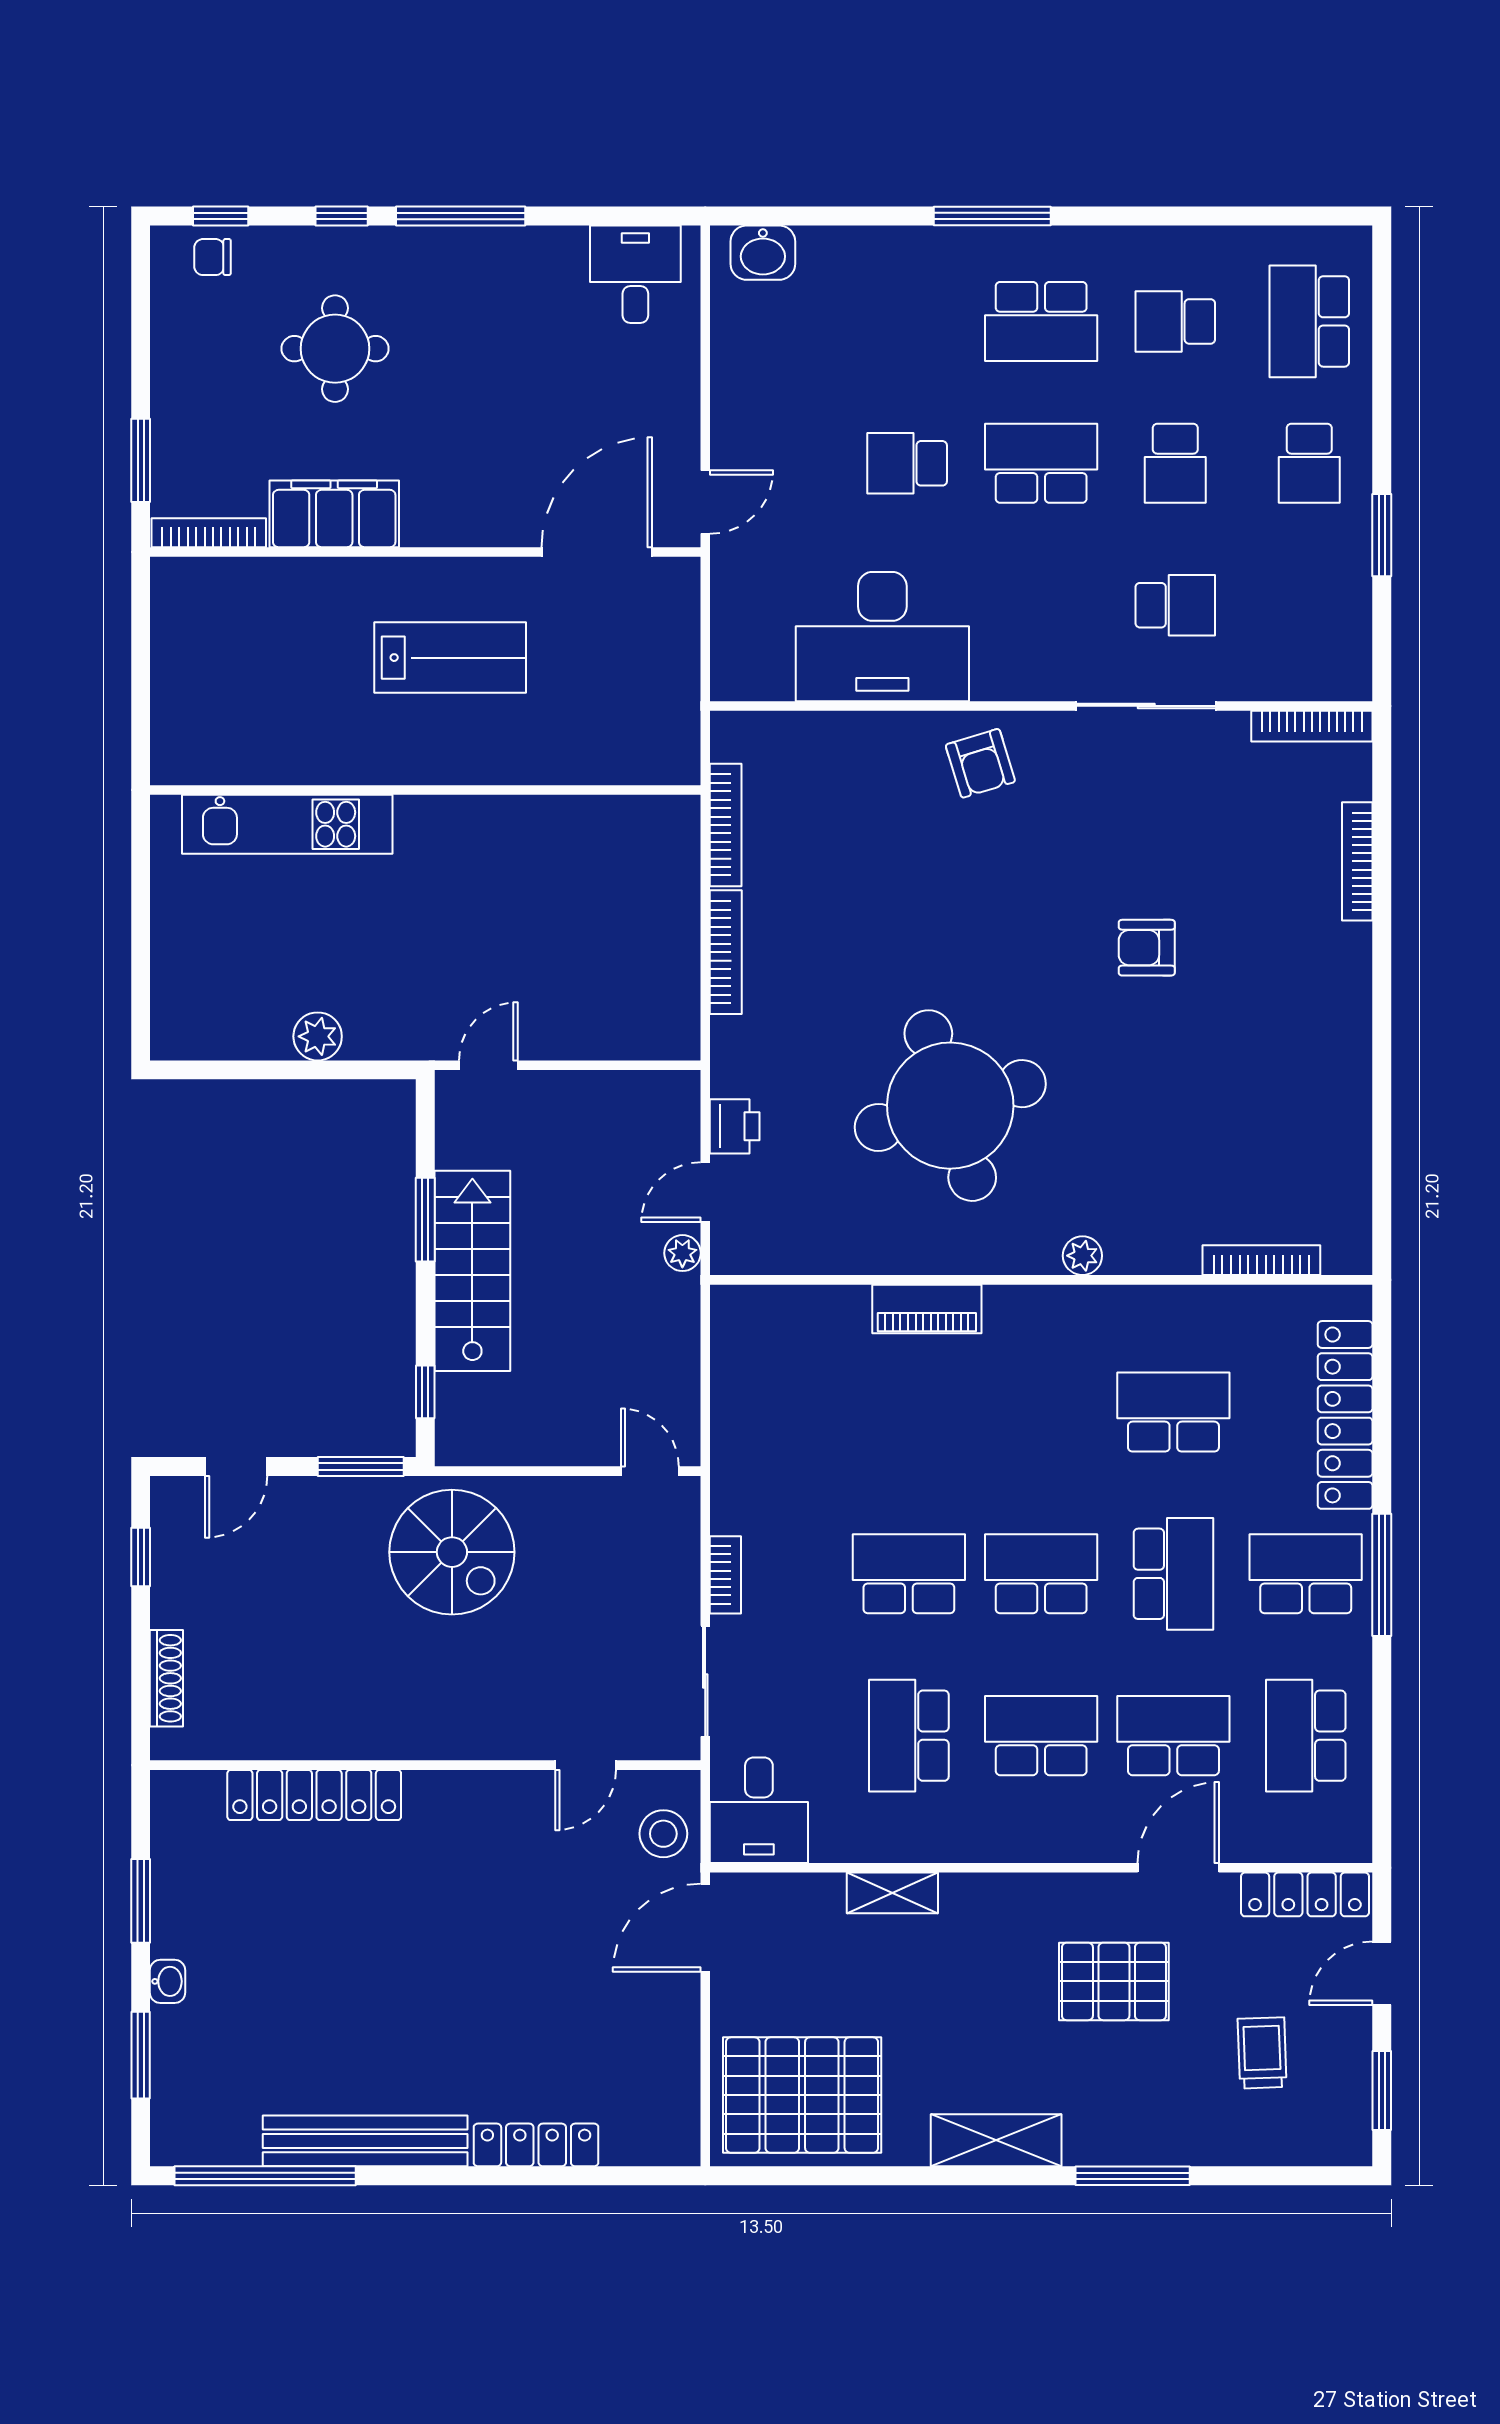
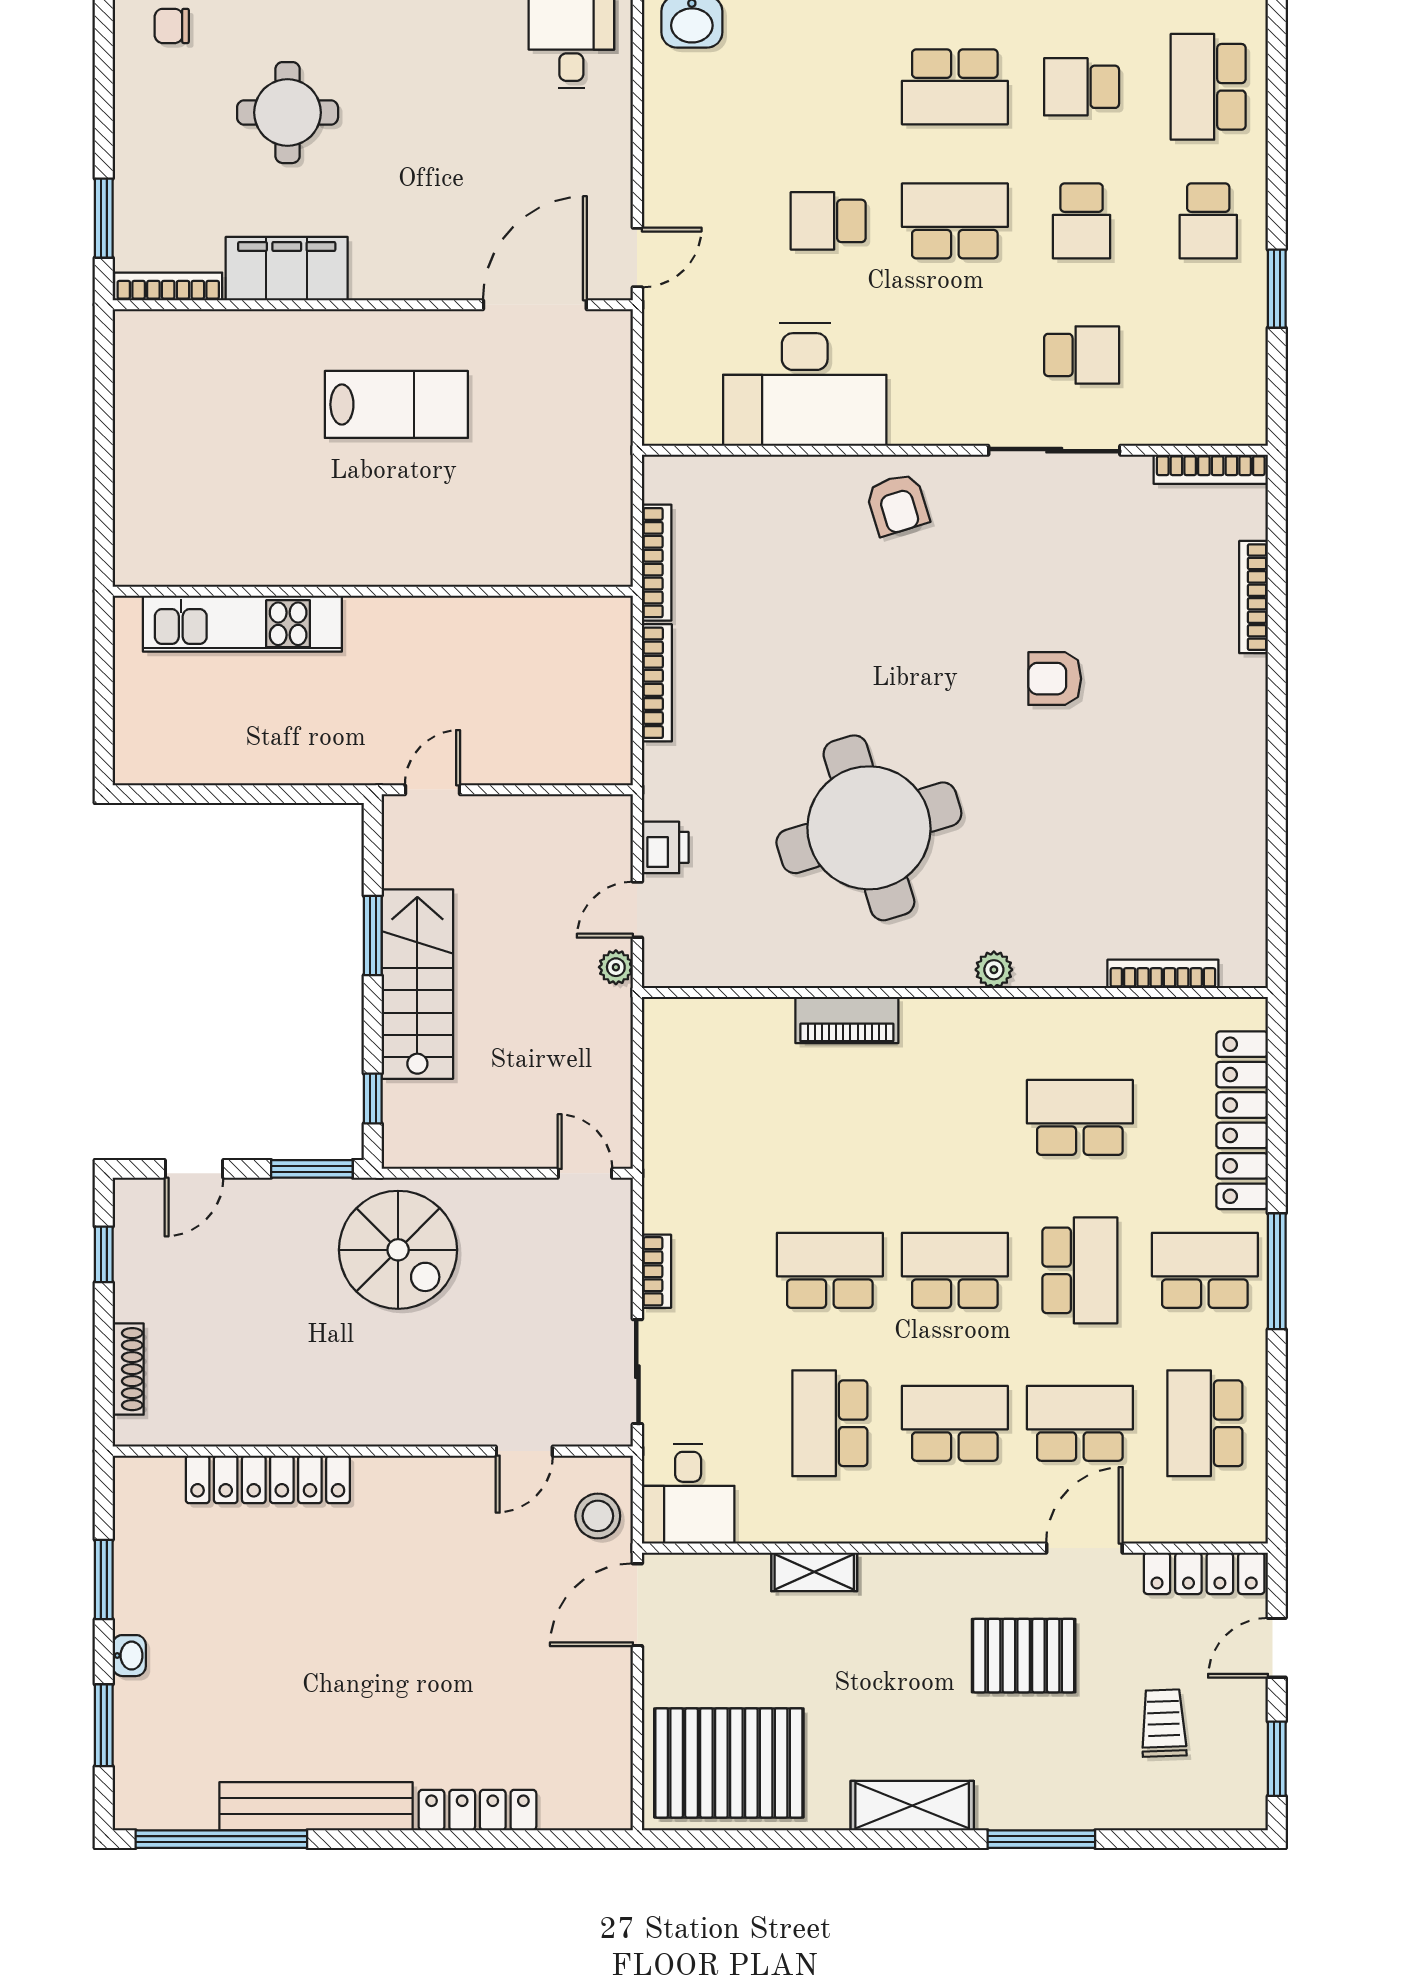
wall: (425, 790) -> (373, 591), moved
kitchen unit: (287, 824) -> (242, 624), moved
plant: (318, 1036) -> (271, 762), removed

